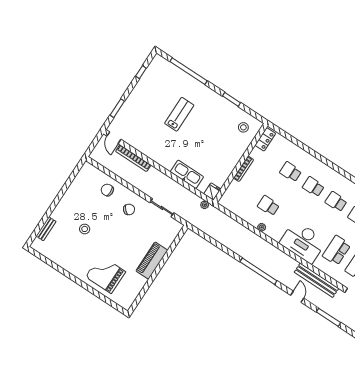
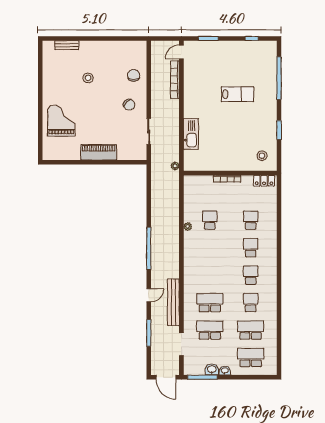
fridge: (212, 191) -> (191, 165), removed
desk: (303, 242) -> (198, 270), removed

